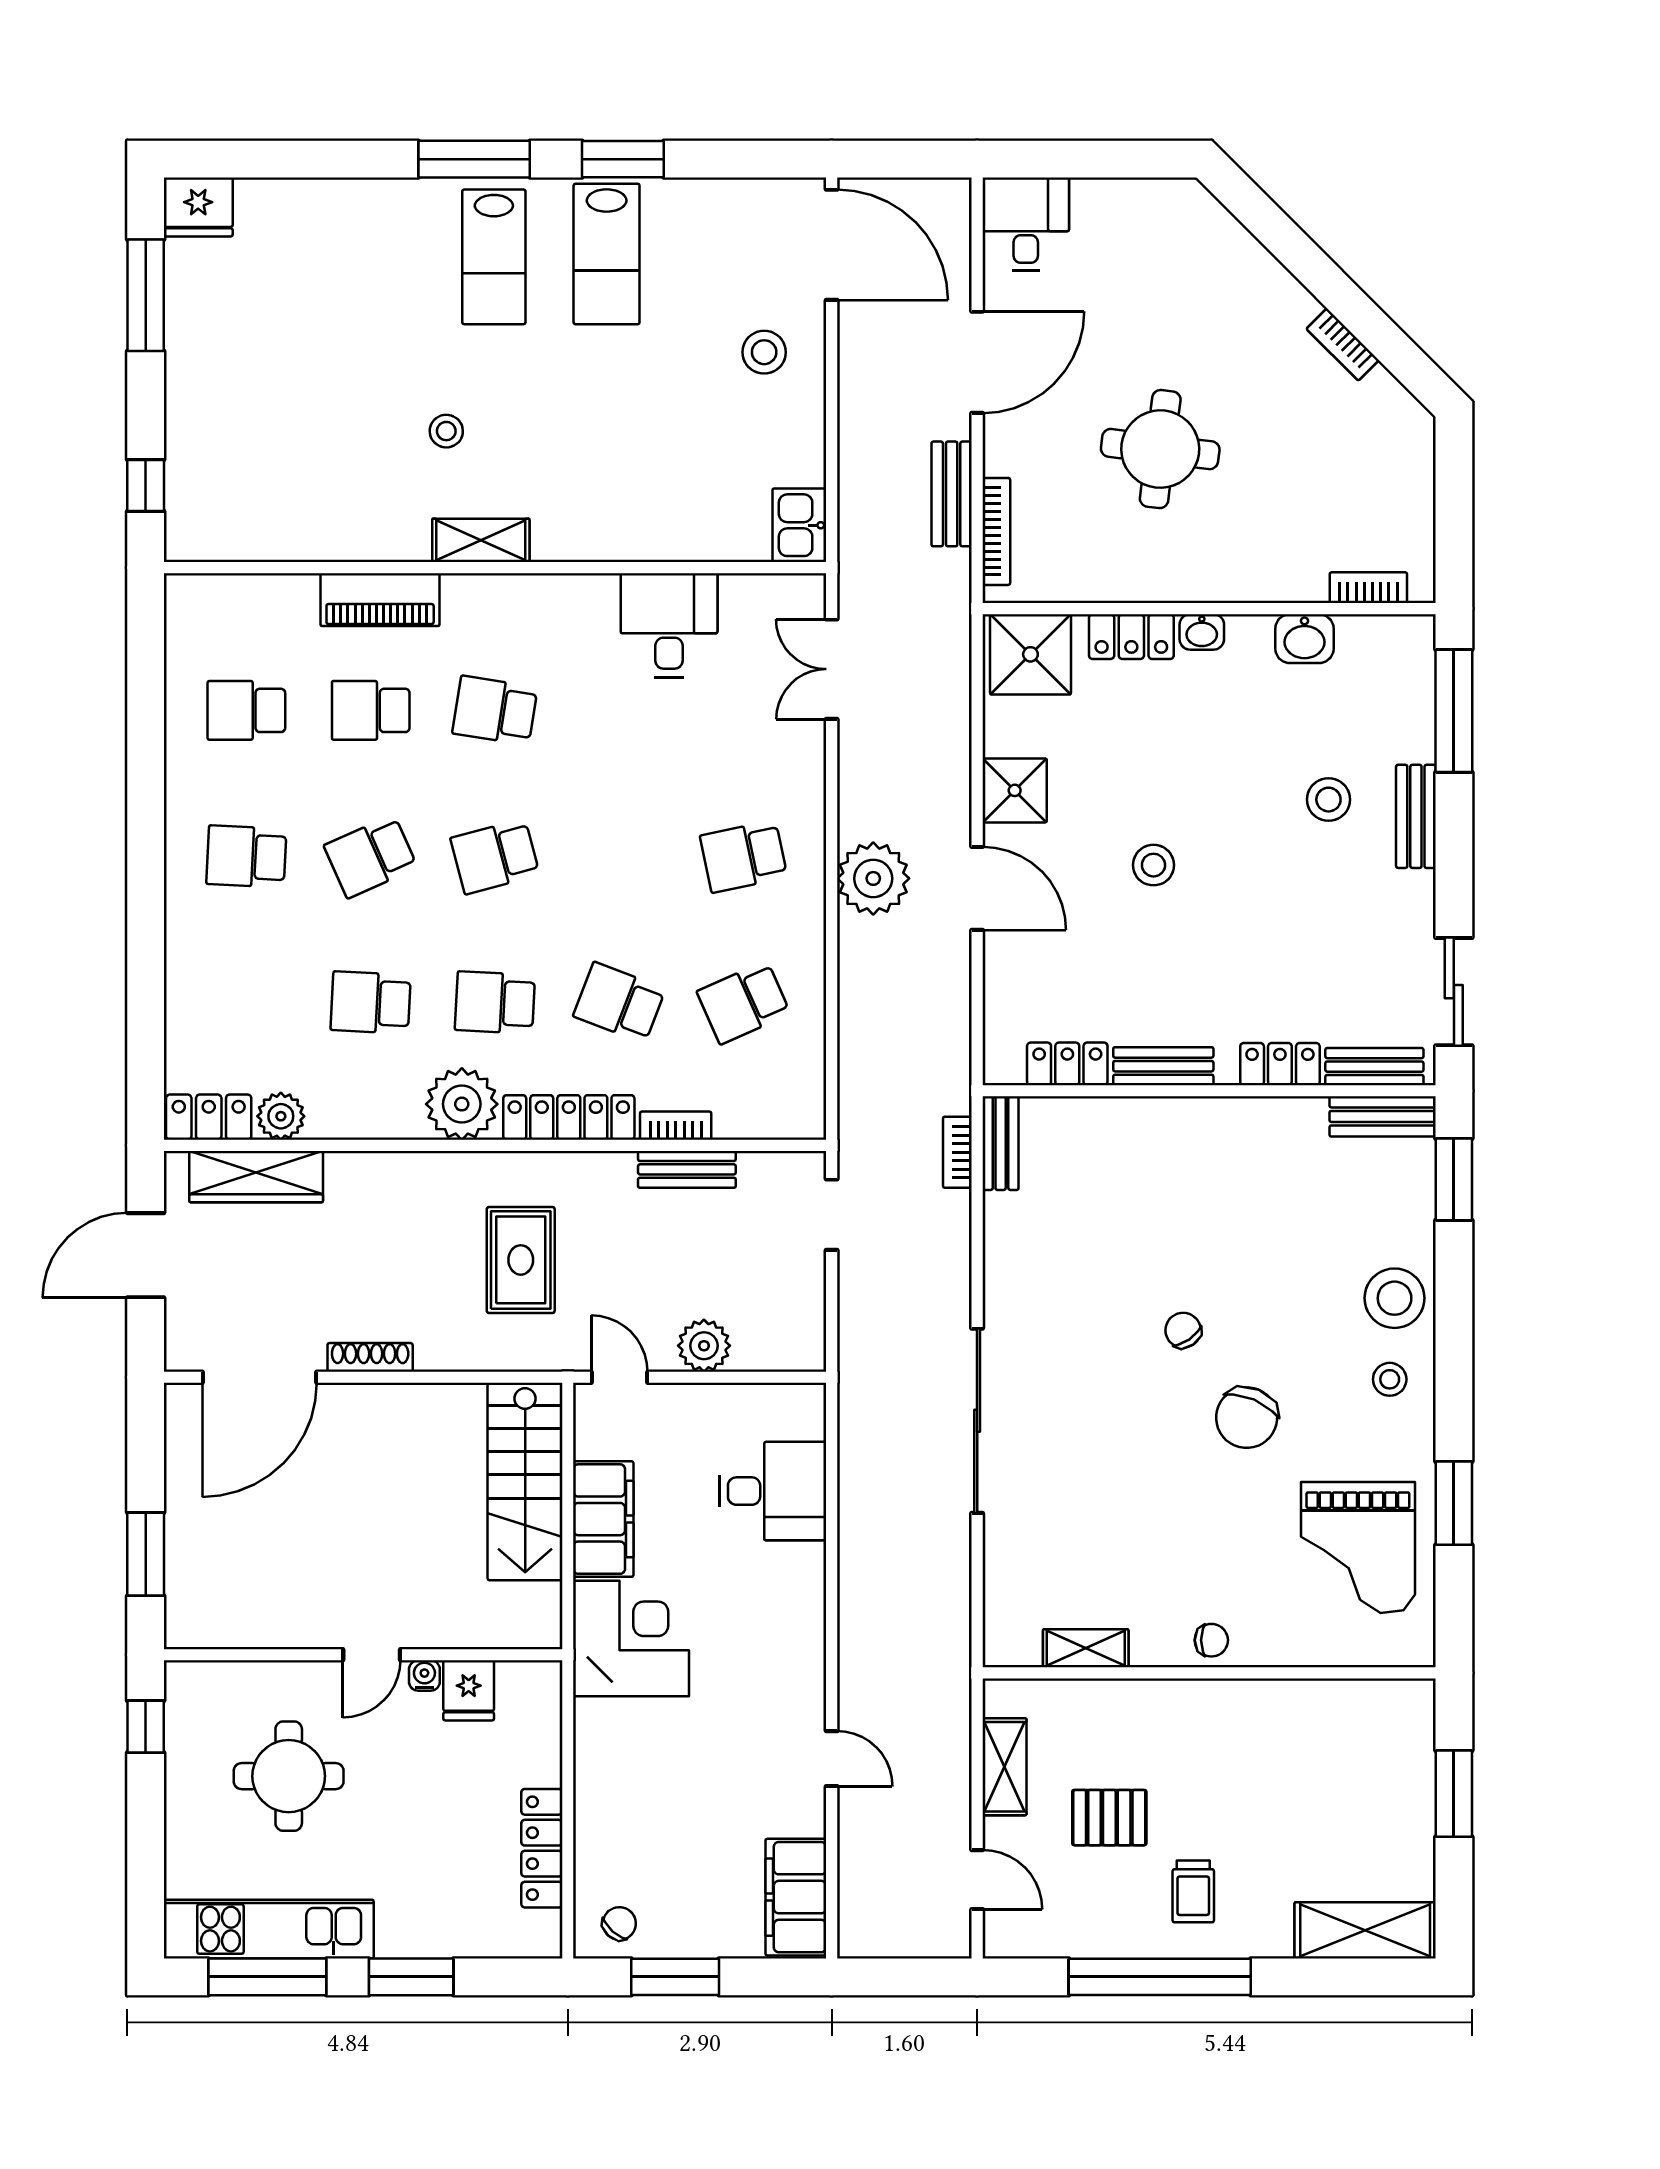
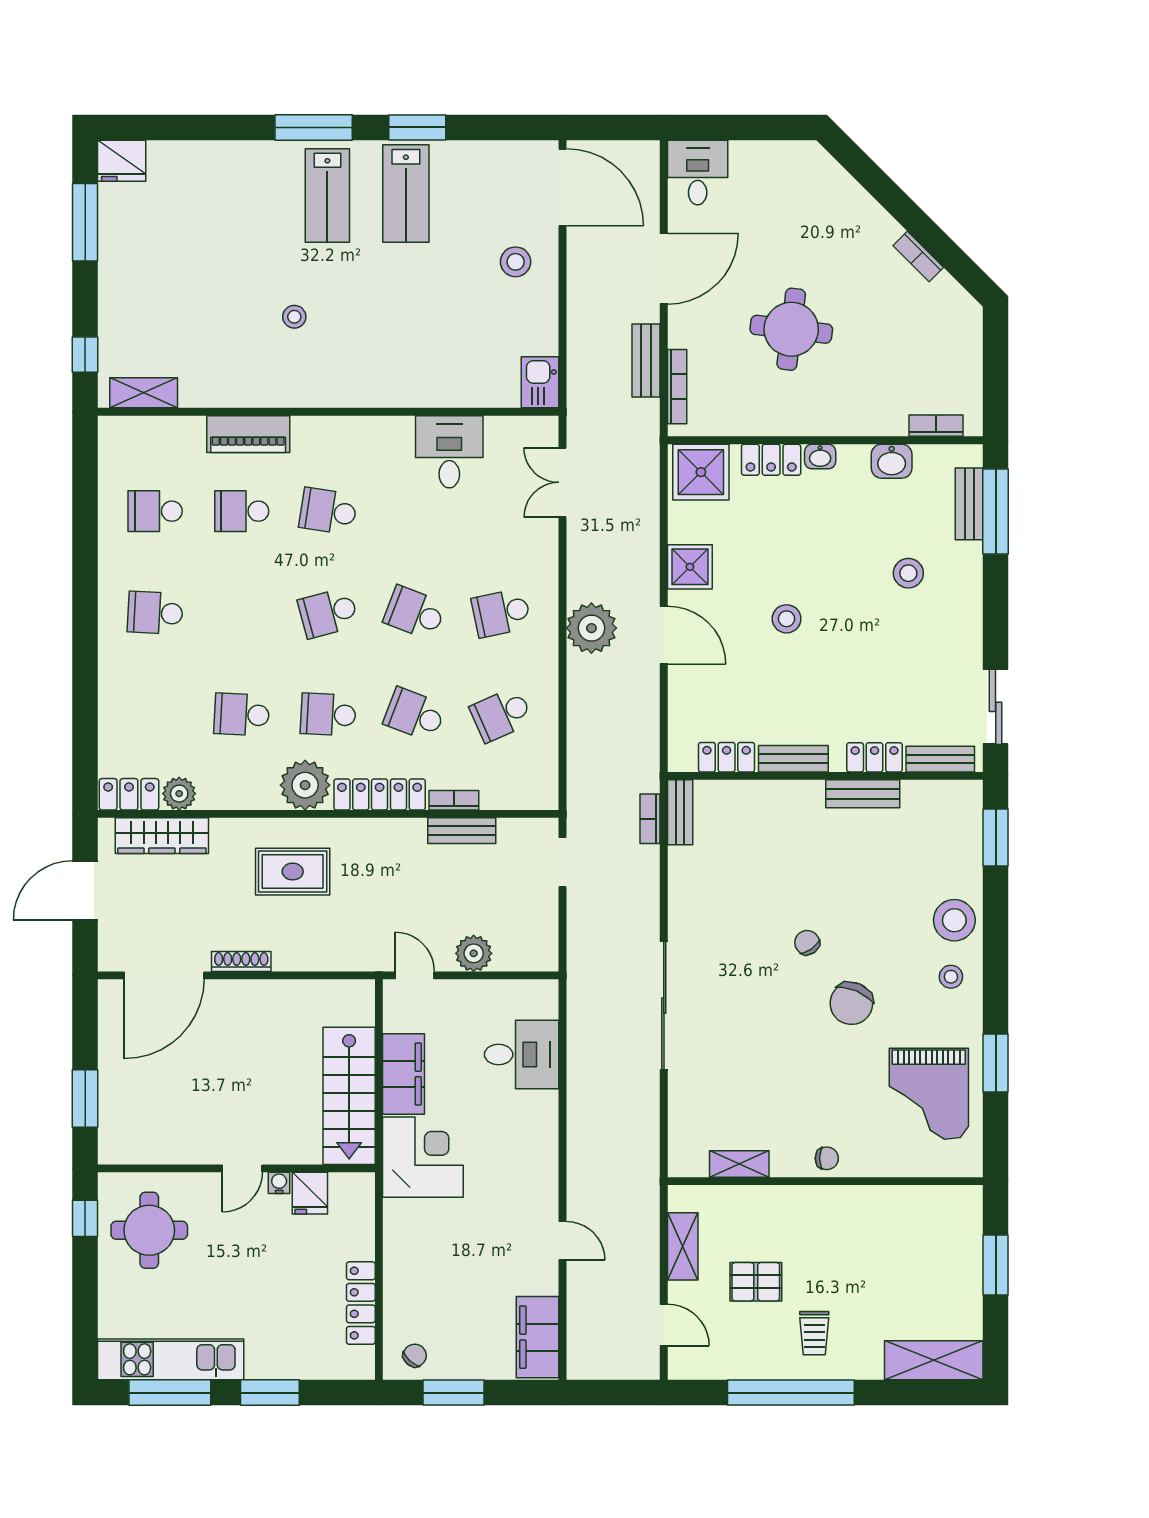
shelving: (481, 540) -> (144, 393), moved
bench: (1416, 816) -> (969, 504), moved
school desk: (371, 856) -> (415, 613), moved, turned 45
bench: (1383, 1116) -> (863, 794), moved
rug: (521, 1260) -> (293, 872), moved, turned 90
stairs: (525, 1482) -> (349, 1096), moved
round table: (289, 1776) -> (149, 1230), moved

